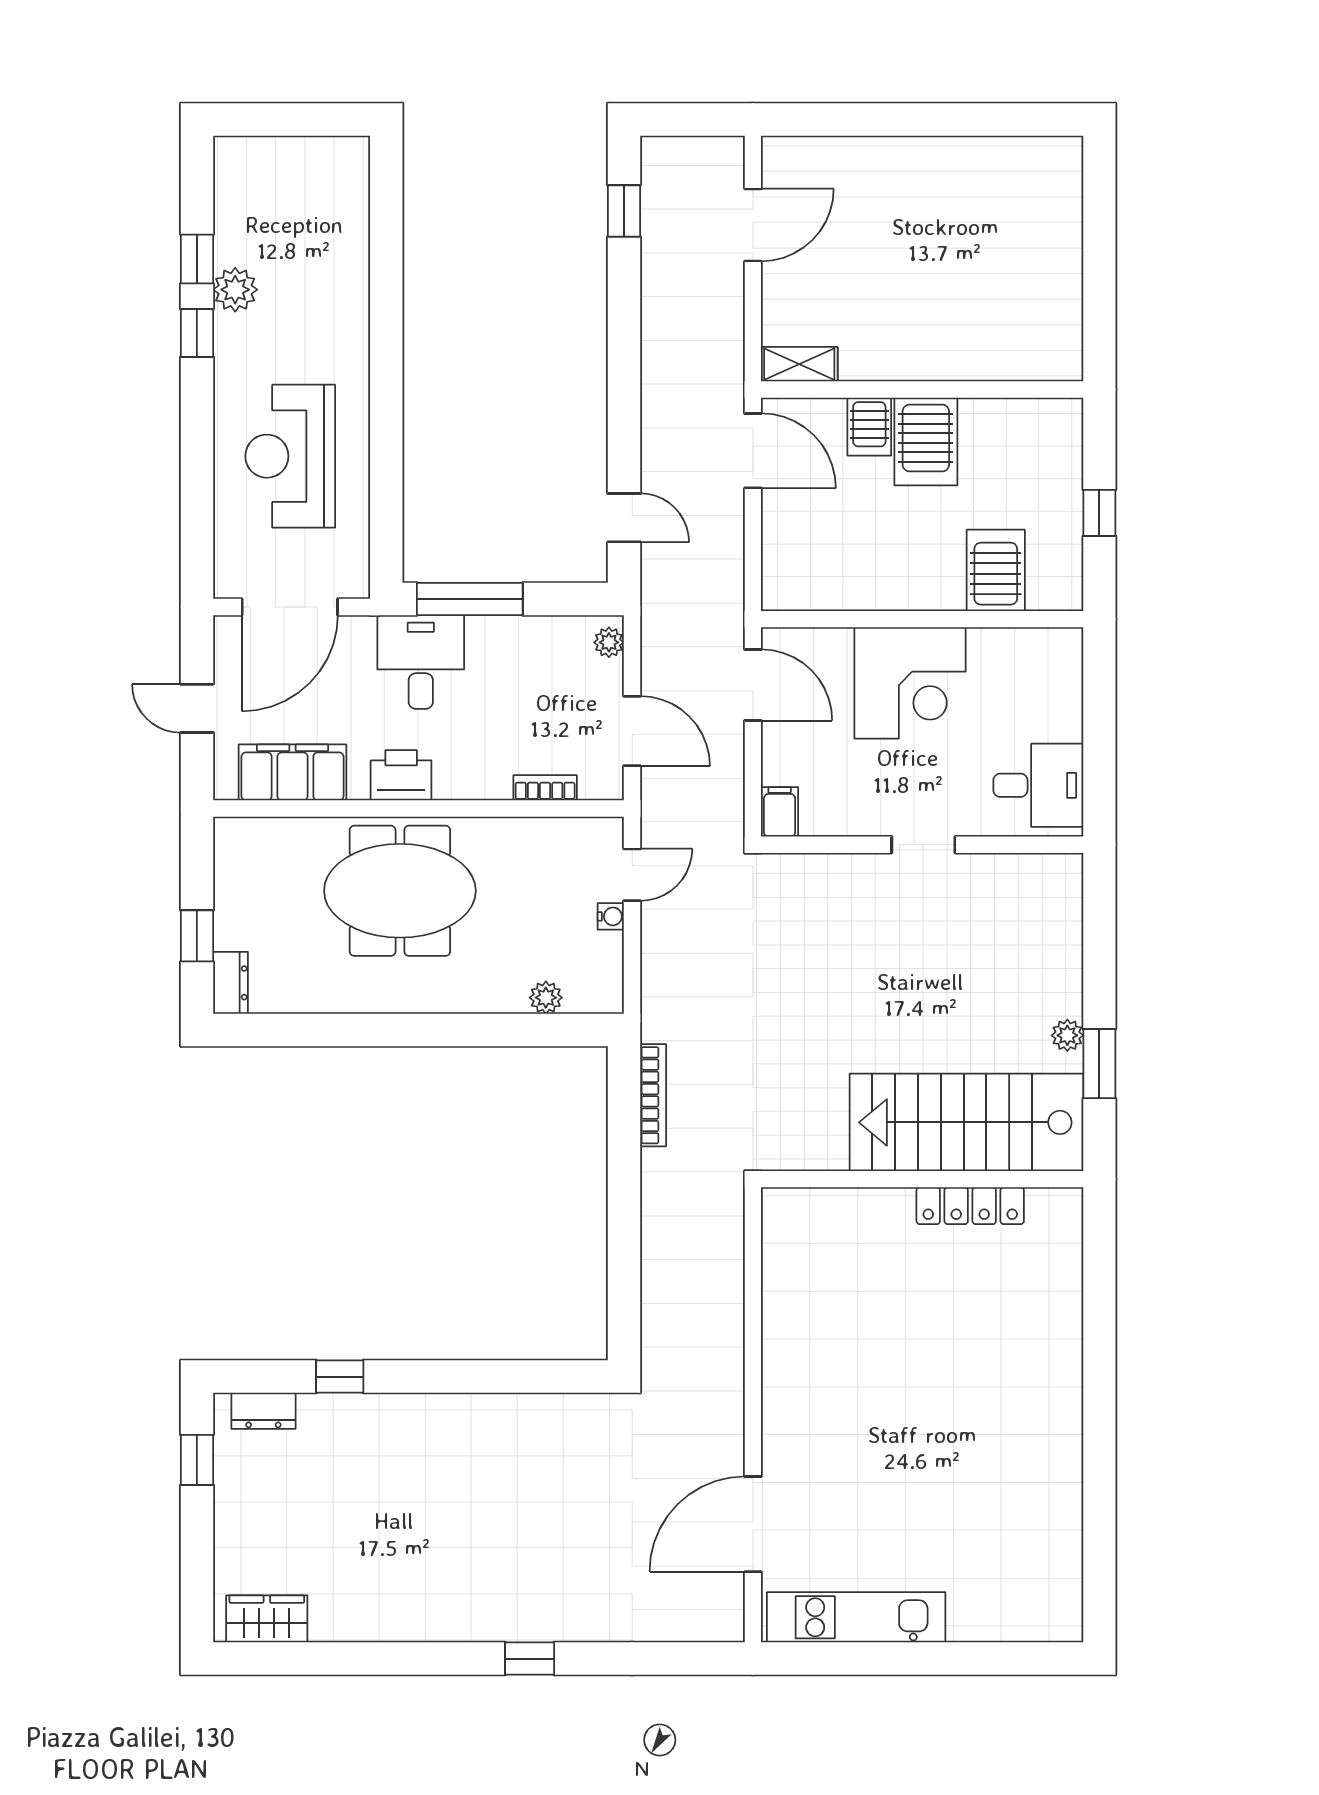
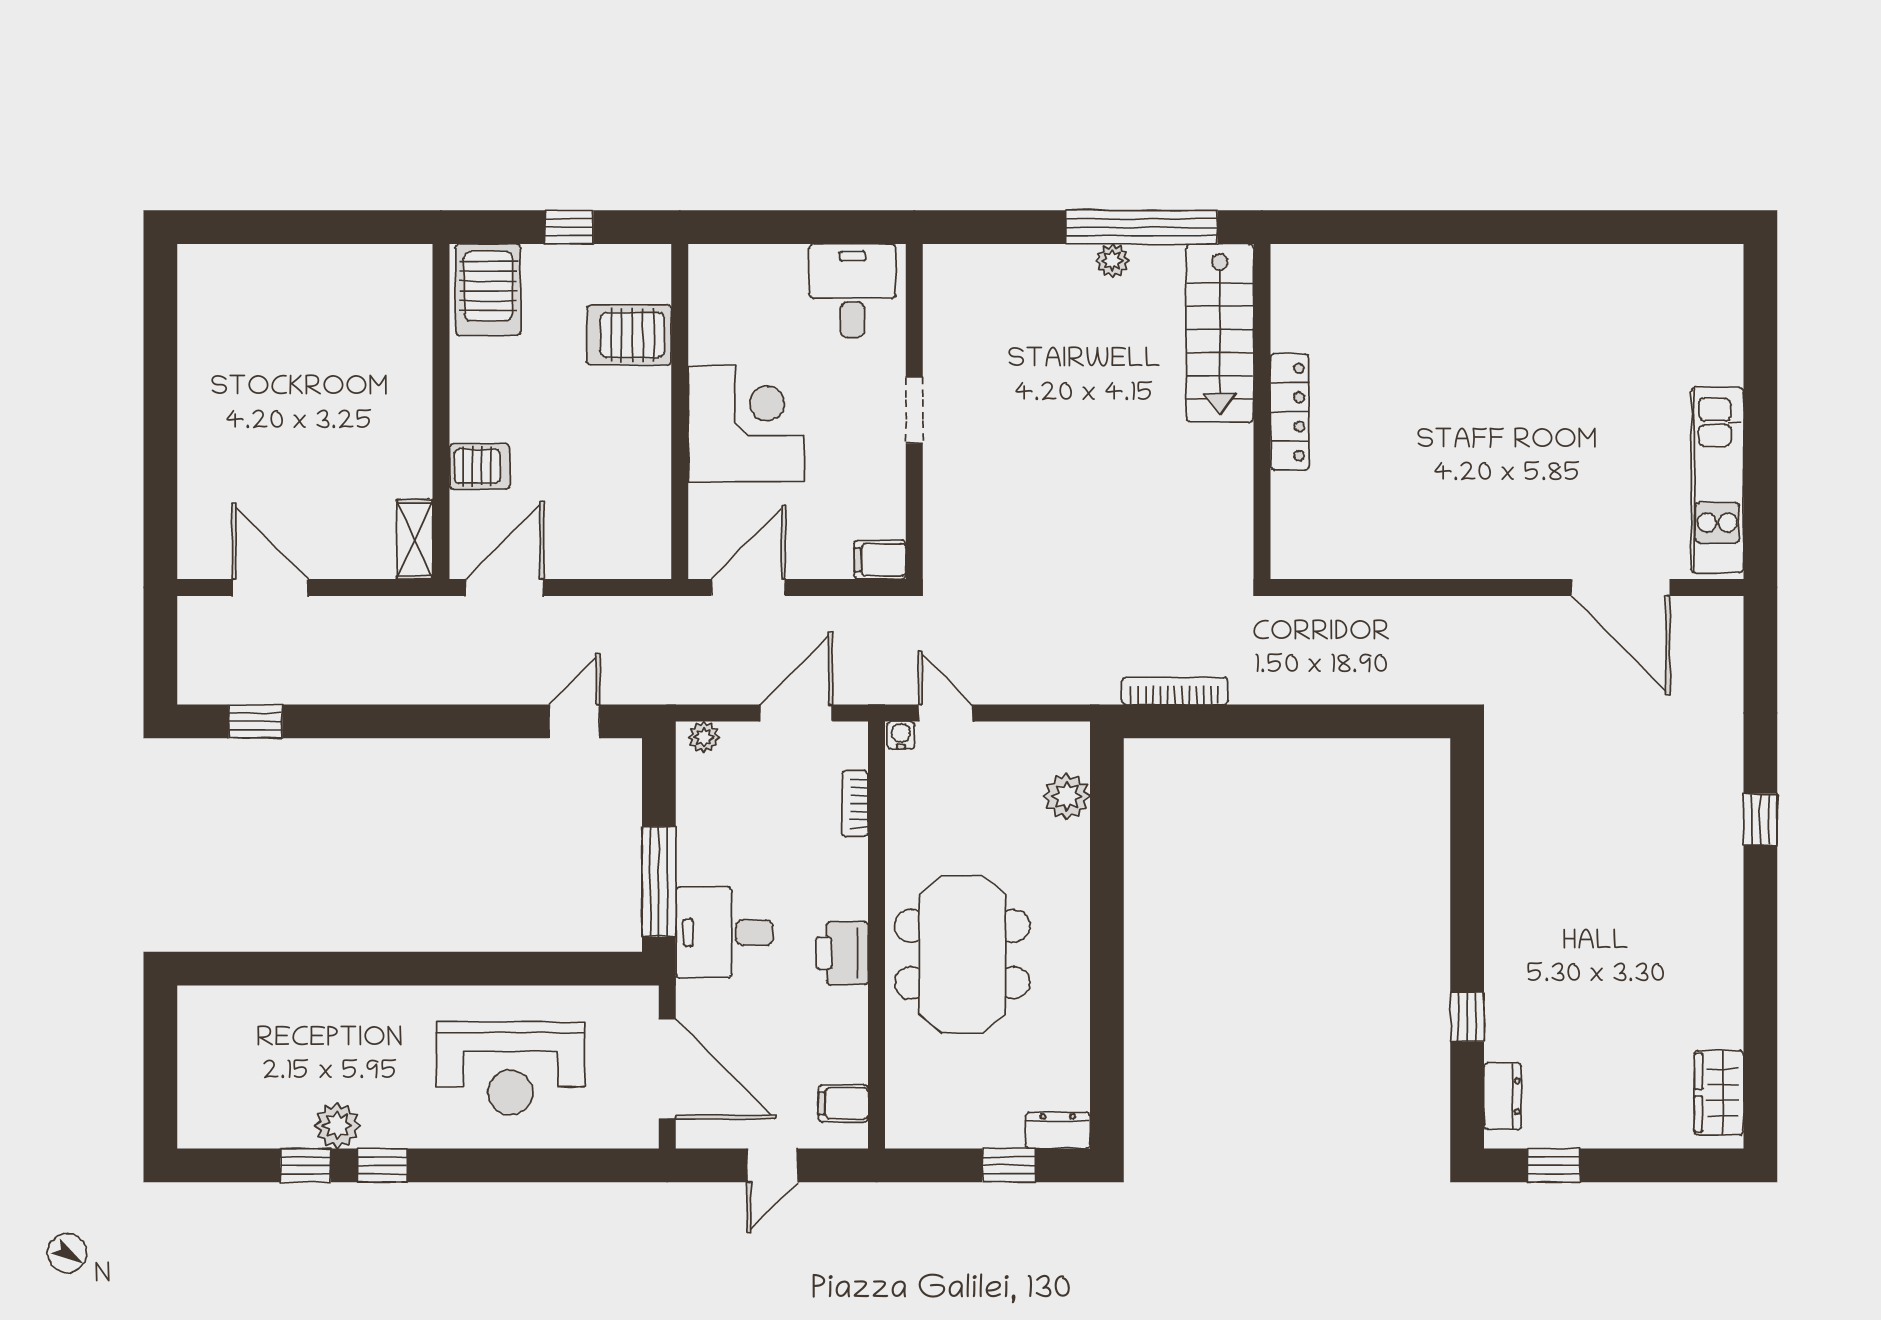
server rack: (926, 441) -> (488, 290), moved, turned 90
filing cabinet: (292, 772) -> (843, 1103), width x0.33, depth x0.86
water cooler: (611, 916) -> (901, 735), moved
plant: (546, 998) -> (1067, 796), width x1.38, depth x1.38
window: (1099, 1064) -> (1142, 227), width x2.11
stairs: (966, 1122) -> (1220, 333), width x0.73, depth x0.66
locker: (970, 1206) -> (1290, 412), moved

